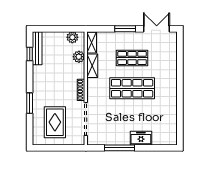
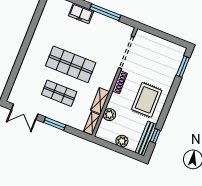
plant: (72, 37) -> (122, 141), moved
window: (30, 103) -> (183, 67), moved
rug: (55, 122) -> (147, 100), moved

